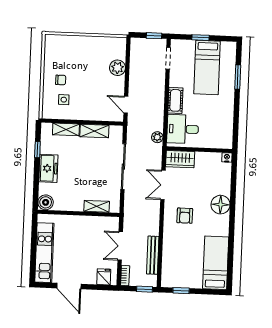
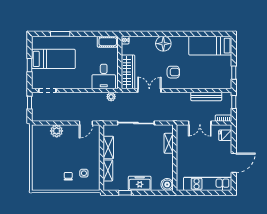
cot: (175, 100) -> (108, 42), moved
wardrobe: (180, 159) -> (128, 72), width x1.50
double door: (163, 185) -> (149, 91), swing flipped

